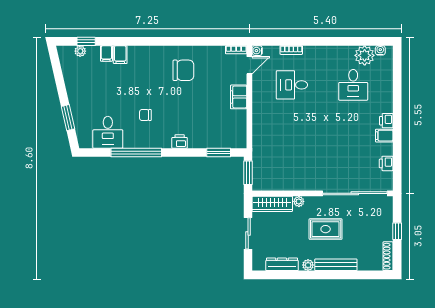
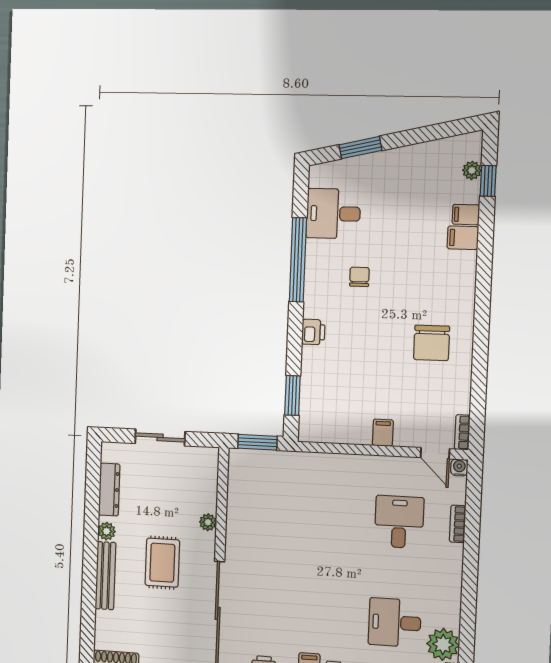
filing cabinet: (239, 97) -> (383, 433), width x0.50
wardrobe: (272, 204) -> (206, 479), removed

